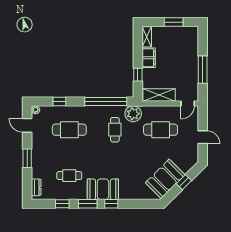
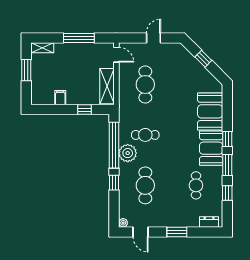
shelving: (147, 37) -> (42, 48), moved
filing cabinet: (149, 58) -> (60, 98), width x0.50
window: (59, 101) -> (114, 183), moved
plant: (133, 114) -> (128, 153), moved
door: (27, 125) -> (141, 232), hinge flipped
booth: (165, 179) -> (210, 111), moved, turned 45

